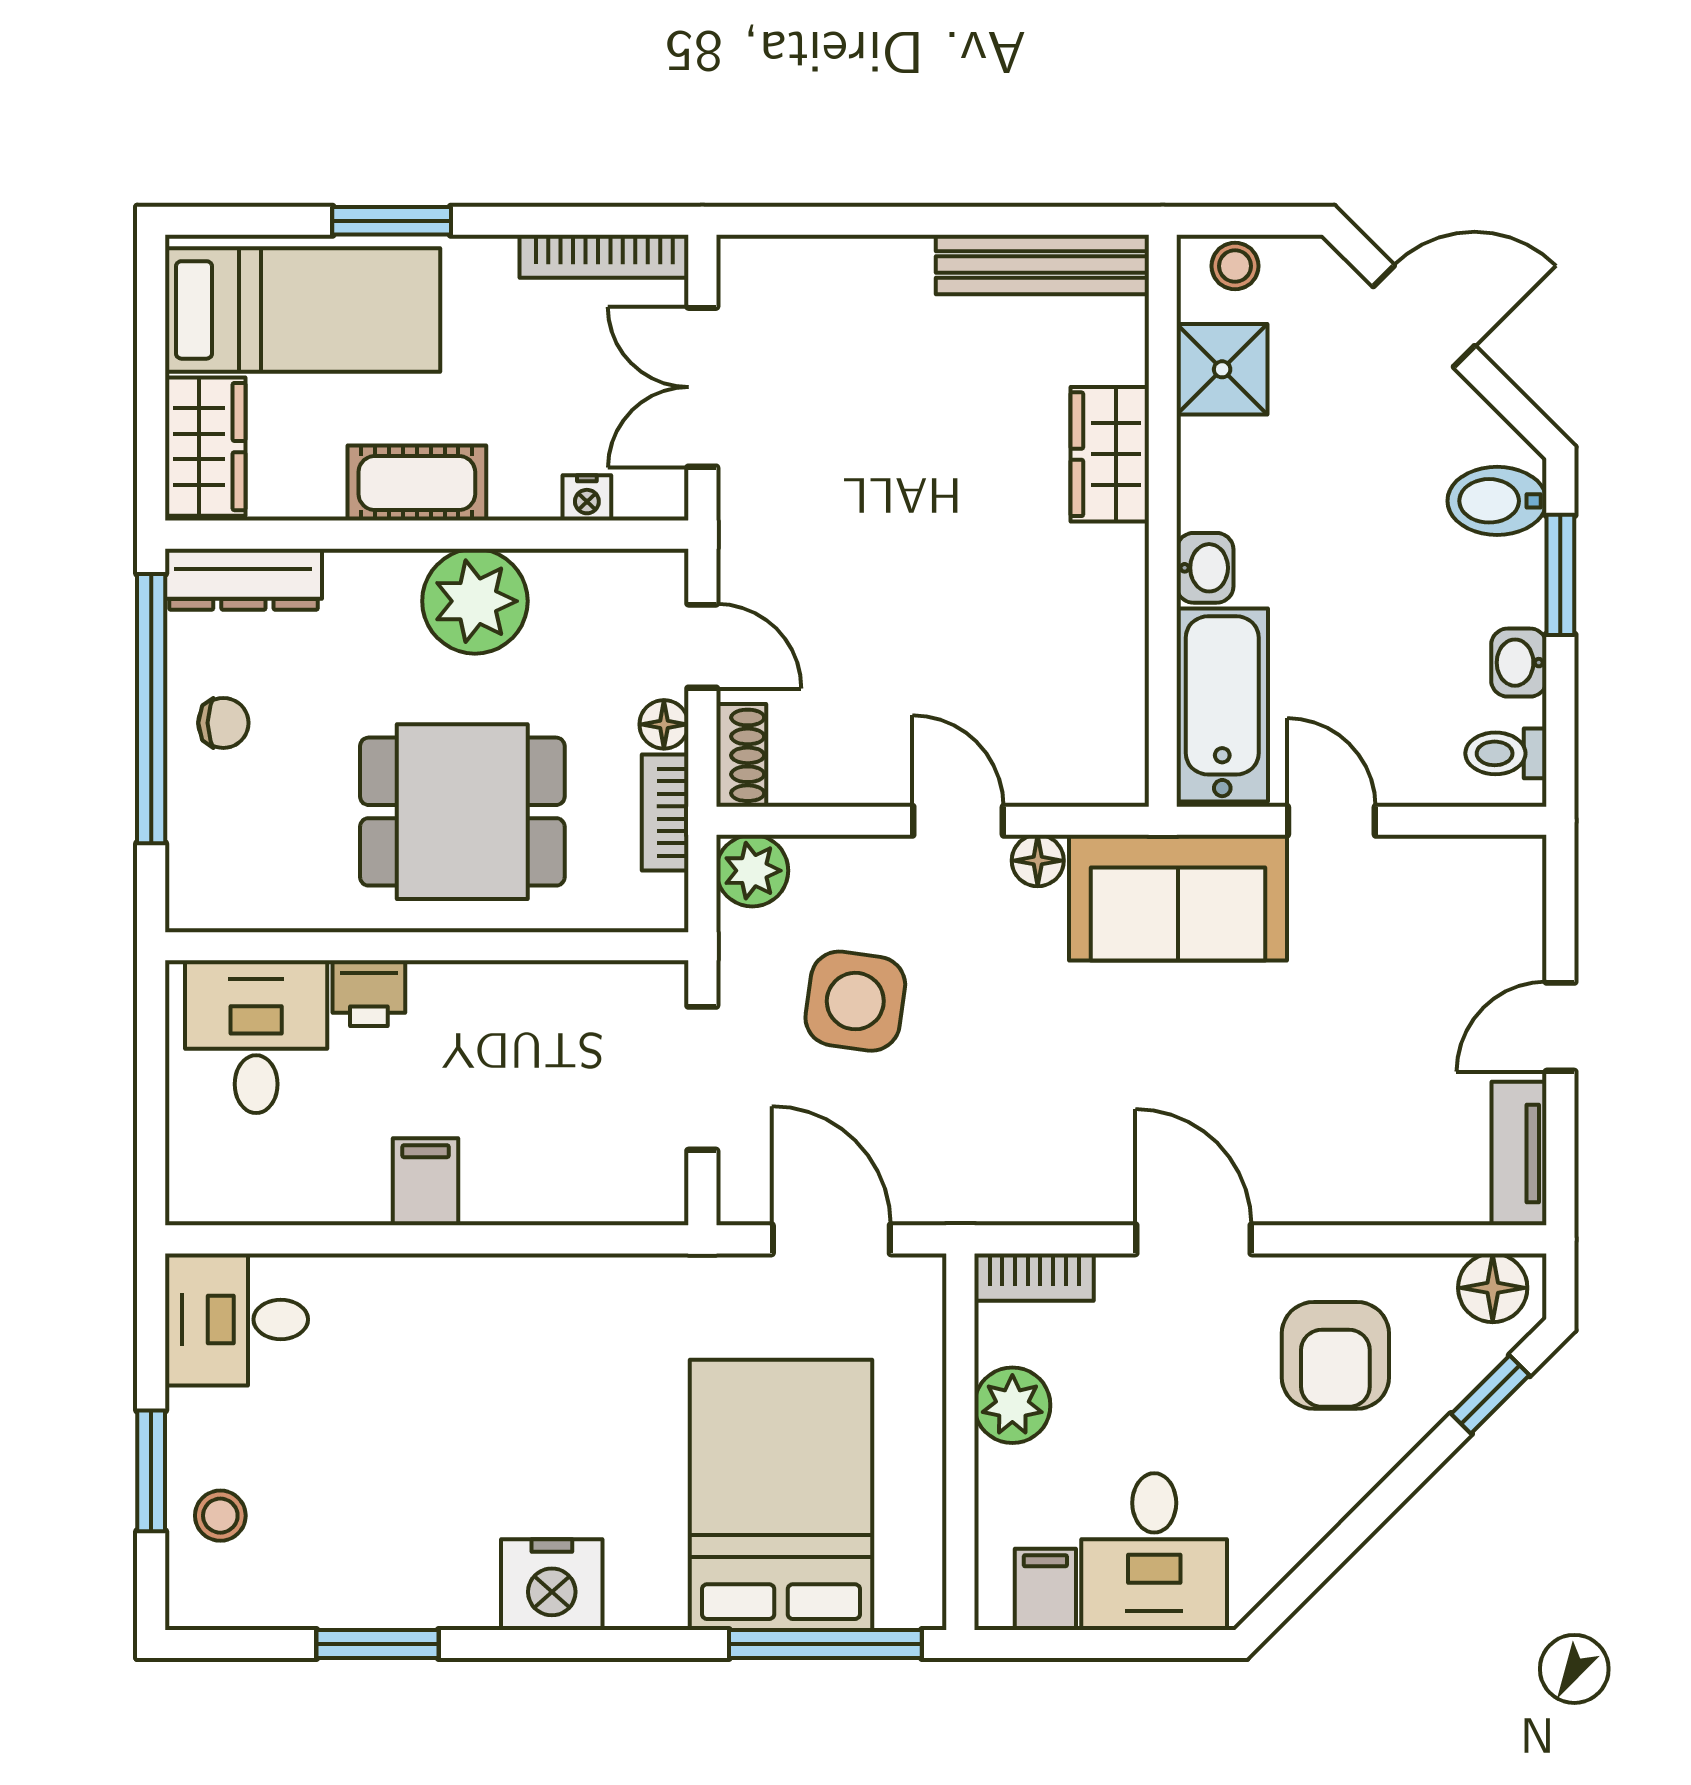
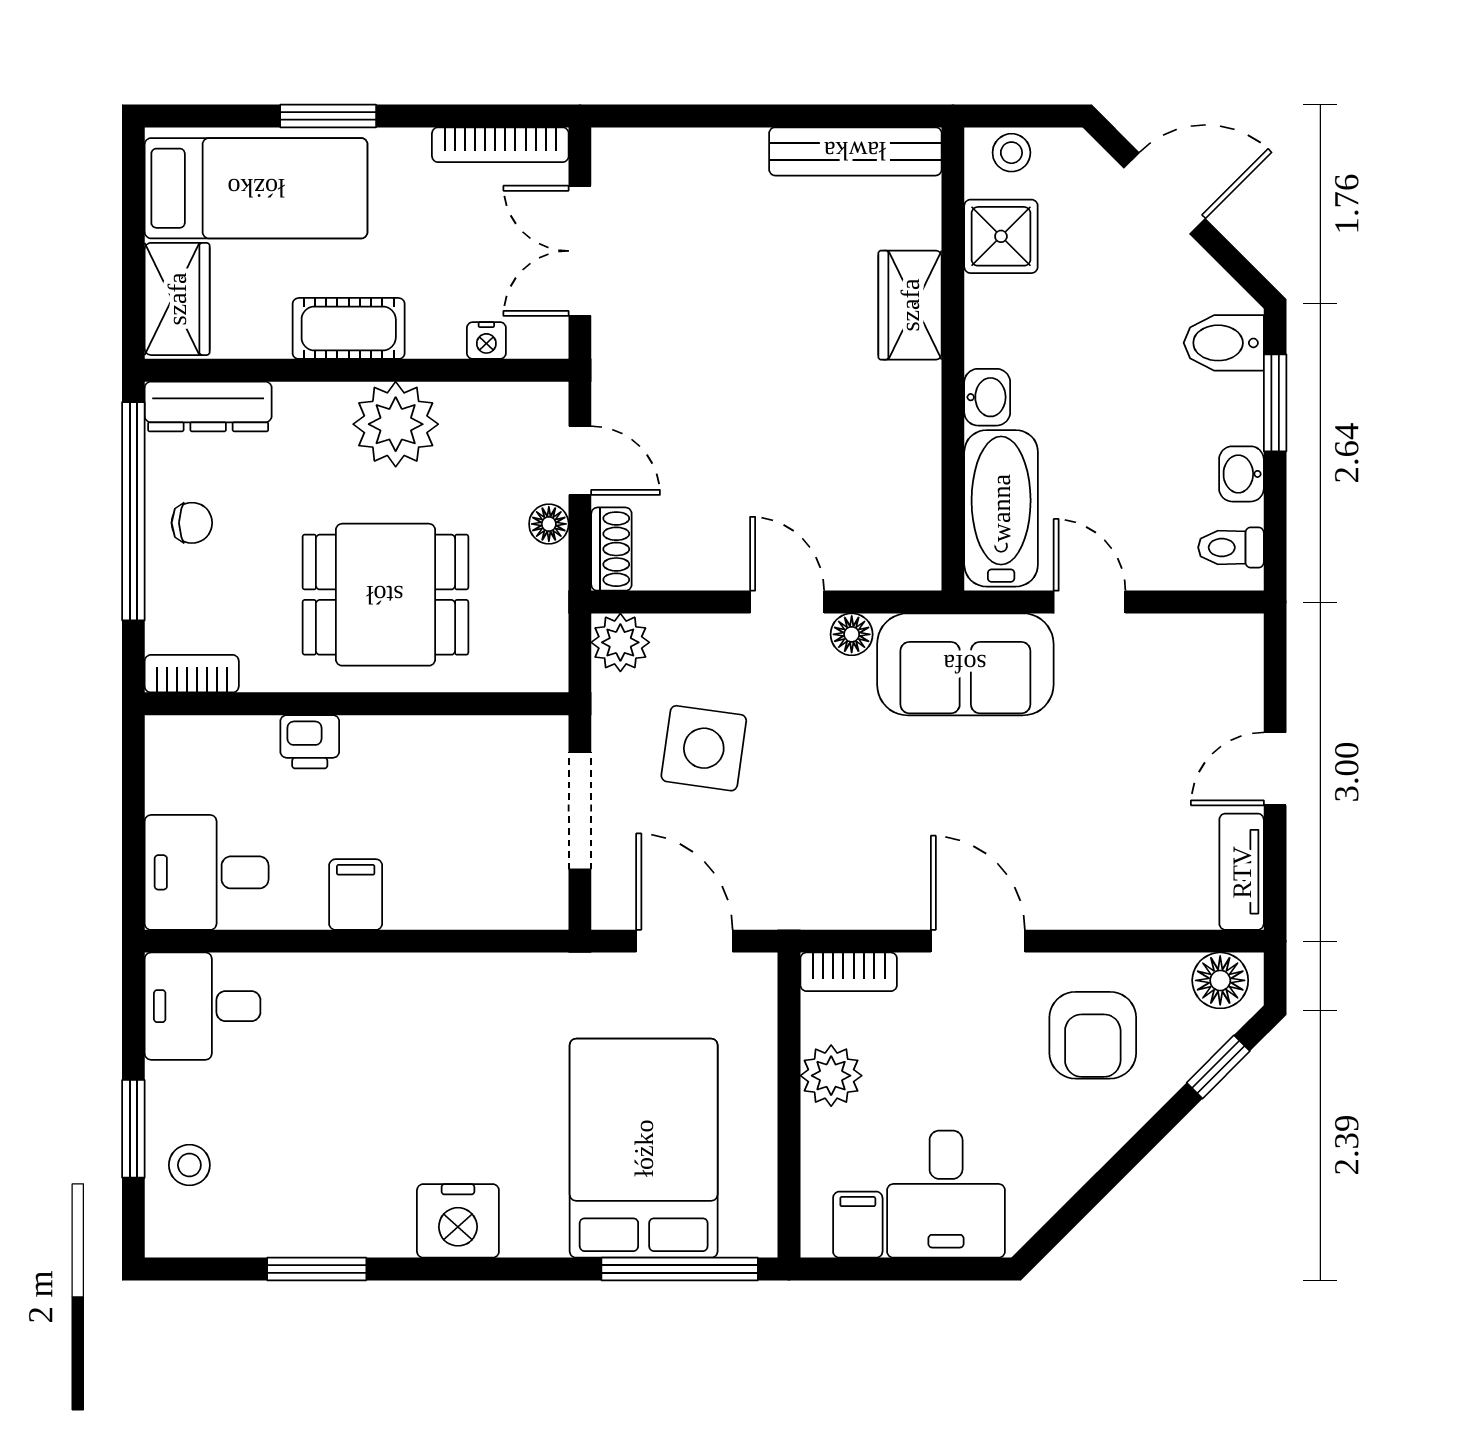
bookcase: (665, 812) -> (192, 674), moved, turned 90
desk: (256, 1037) -> (207, 872), moved, turned -90

